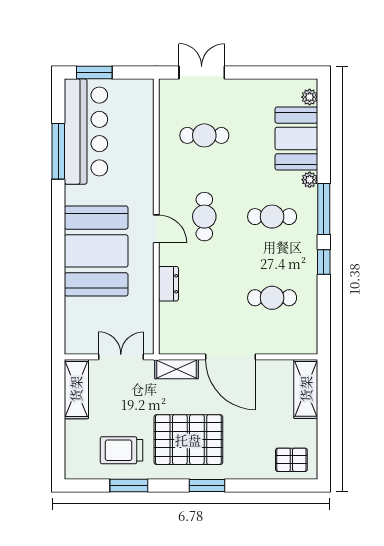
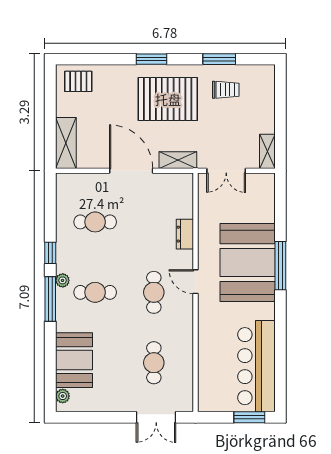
cafe table: (204, 135) -> (154, 363), turned 90
window: (58, 151) -> (280, 266), moved
plant: (310, 180) -> (63, 280), moved
shelving: (76, 389) -> (267, 151), width x0.67, depth x0.75
trolley: (121, 450) -> (226, 90), width x0.73, depth x0.72

